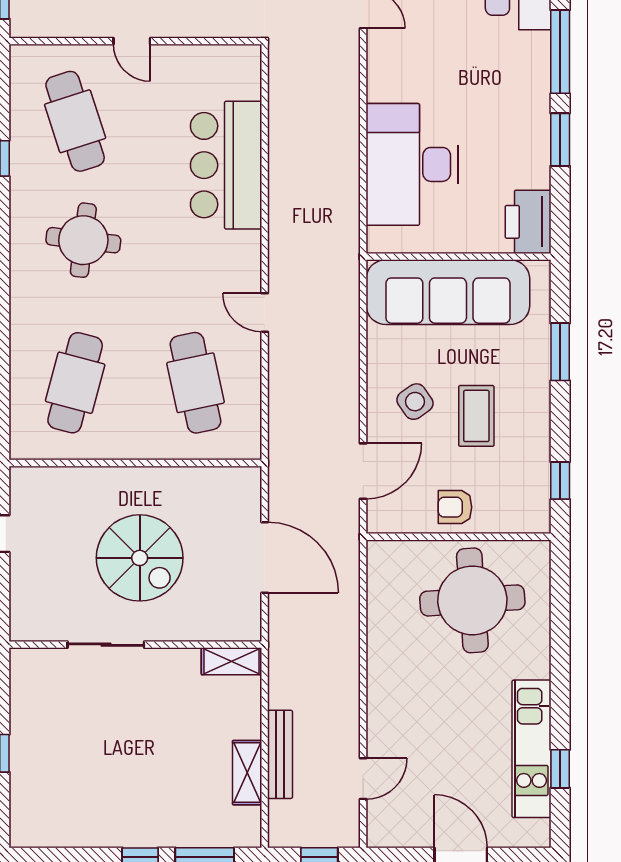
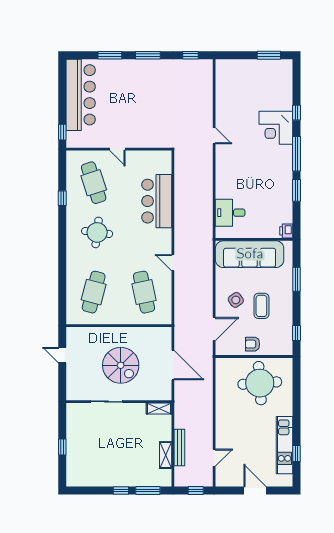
desk: (412, 164) -> (230, 213), width x0.53, depth x0.77
printer: (528, 222) -> (286, 231), width x0.53, depth x0.68

